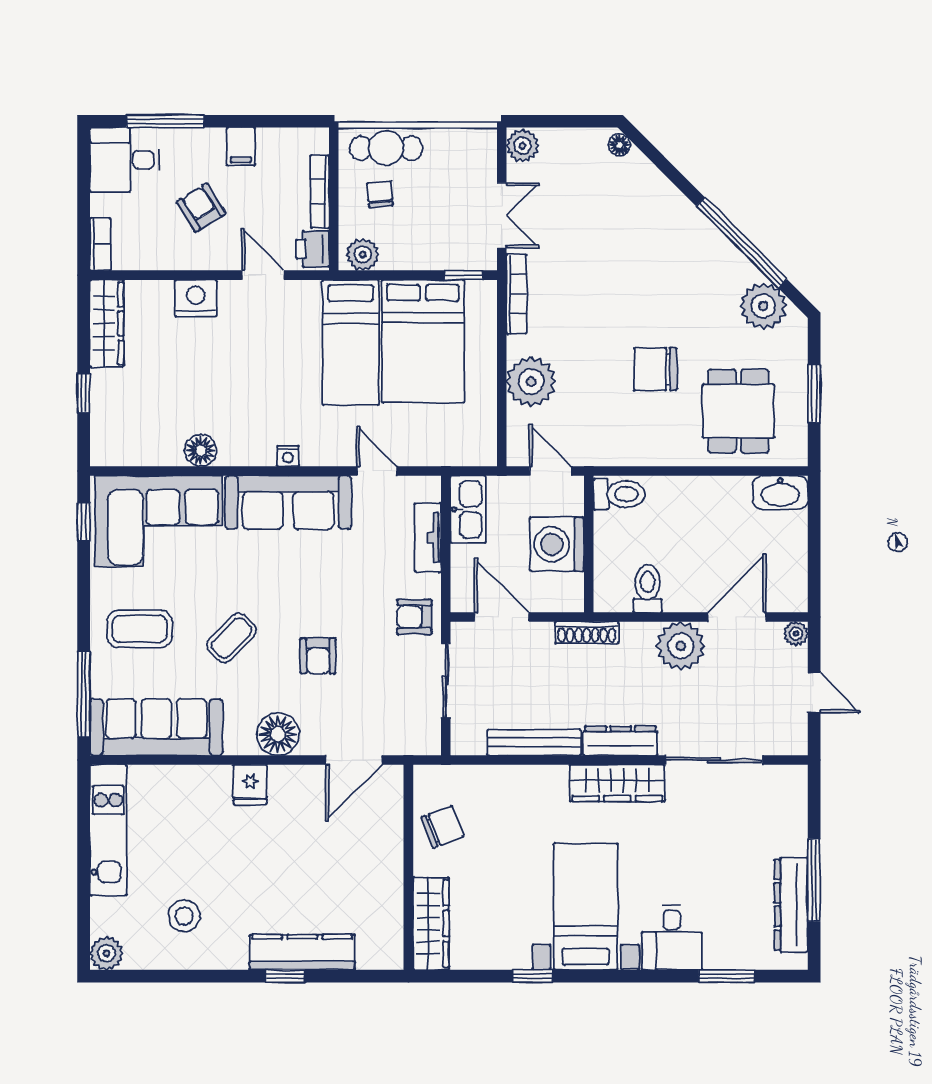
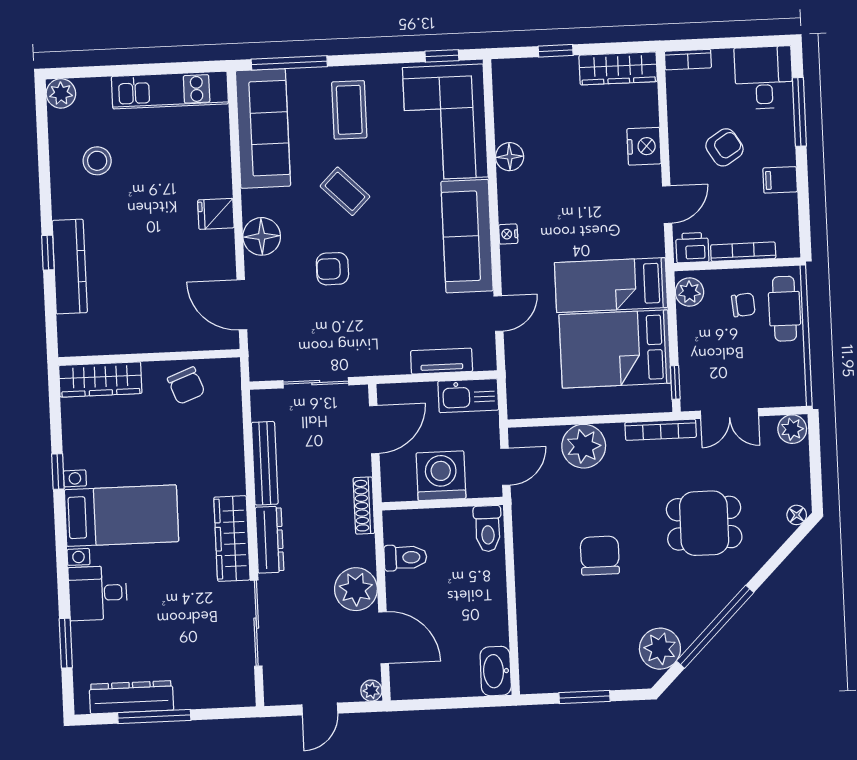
dining table: (738, 411) -> (704, 523), moved
armchair: (414, 617) -> (371, 352), removed

